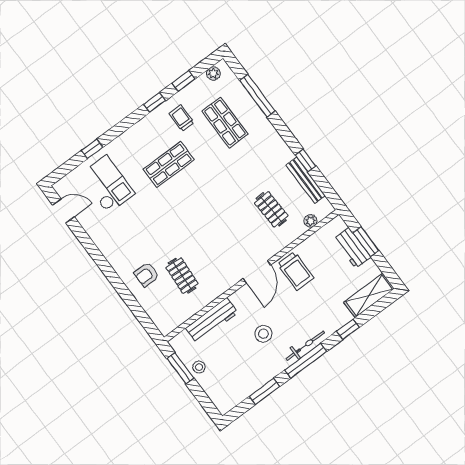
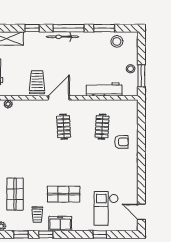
freezer: (147, 127) -> (60, 224), added
clothes rail: (271, 209) -> (64, 127), moved
stool: (263, 334) -> (117, 41), moved

